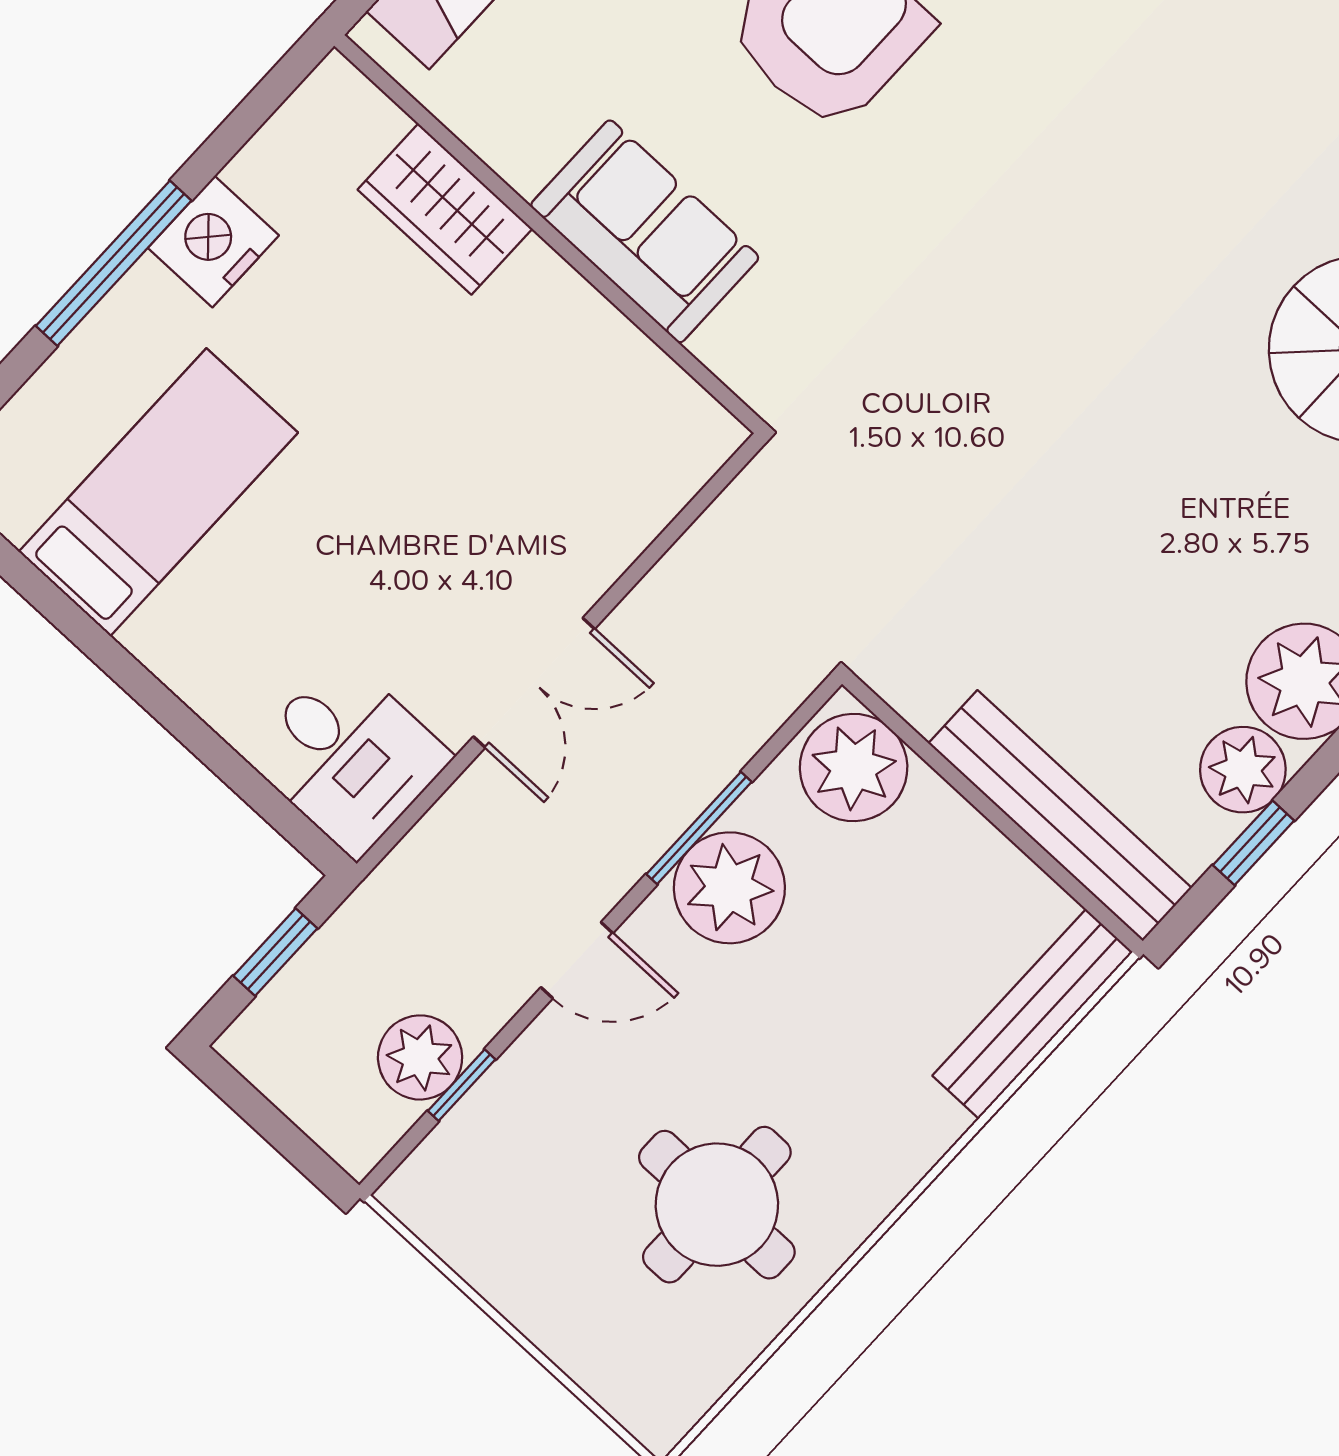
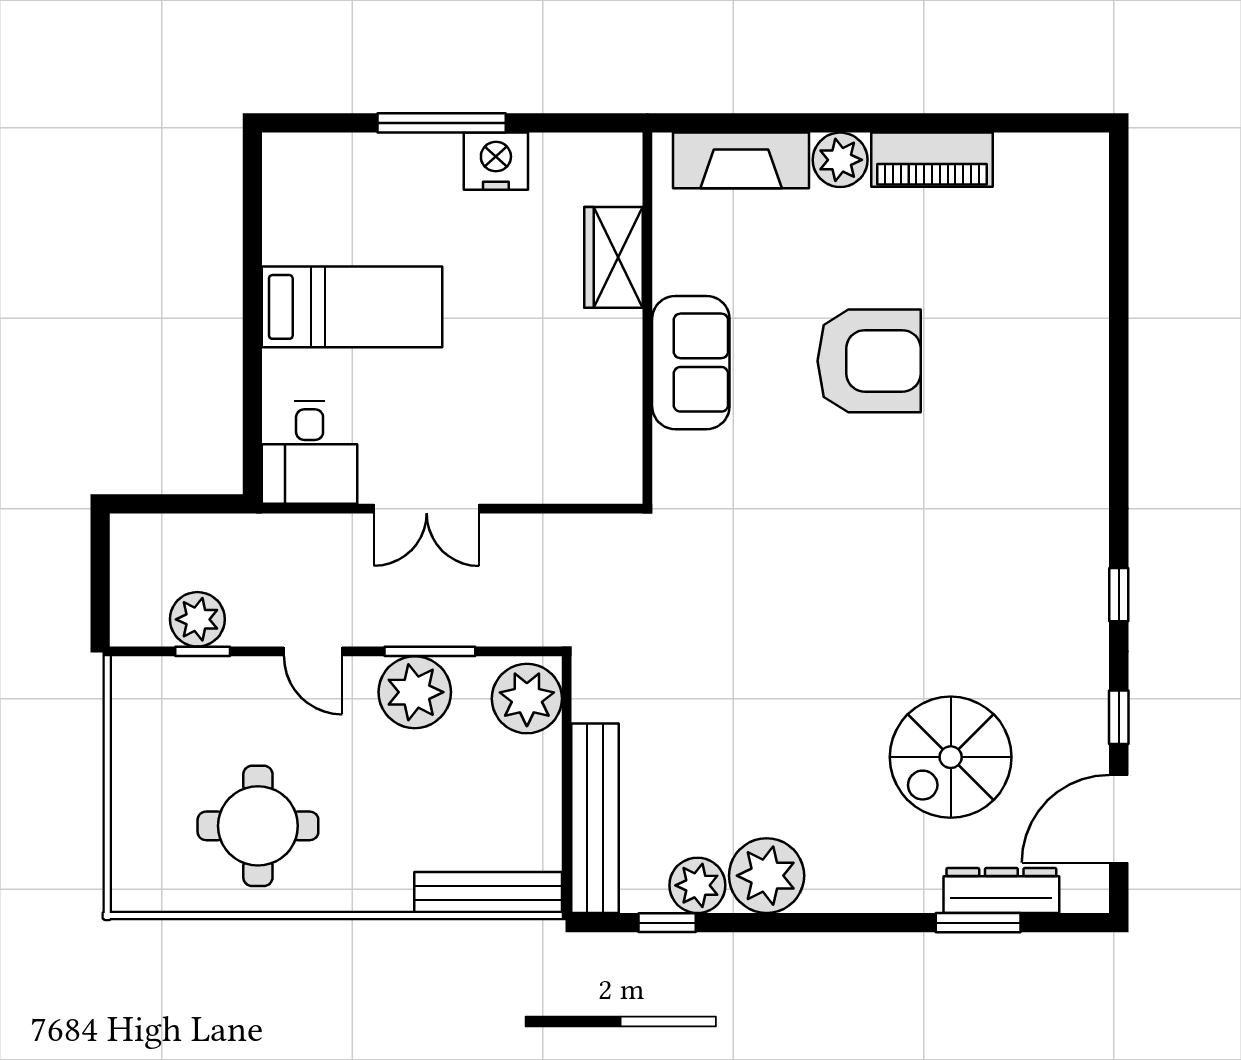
bed: (158, 492) -> (352, 307), moved
window: (275, 952) -> (184, 504), removed

